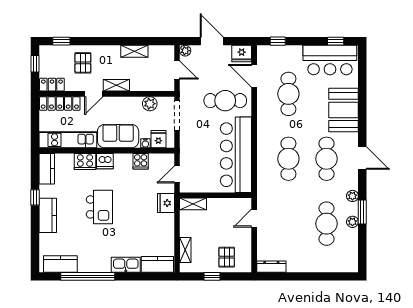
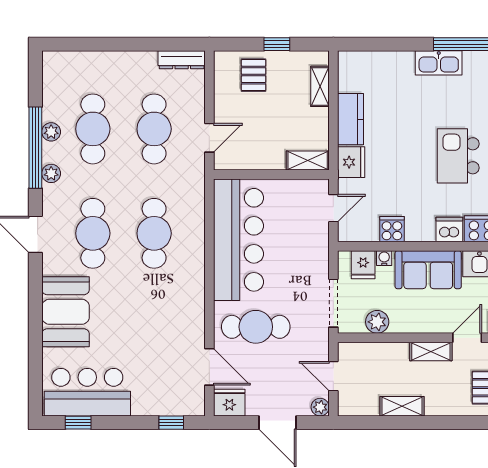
cafe table: (288, 94) -> (154, 129), moved
window: (362, 212) -> (35, 148), width x2.11
kitchen counter: (157, 264) -> (351, 119), moved, turned -90
kitchen sink: (126, 265) -> (439, 63), moved

